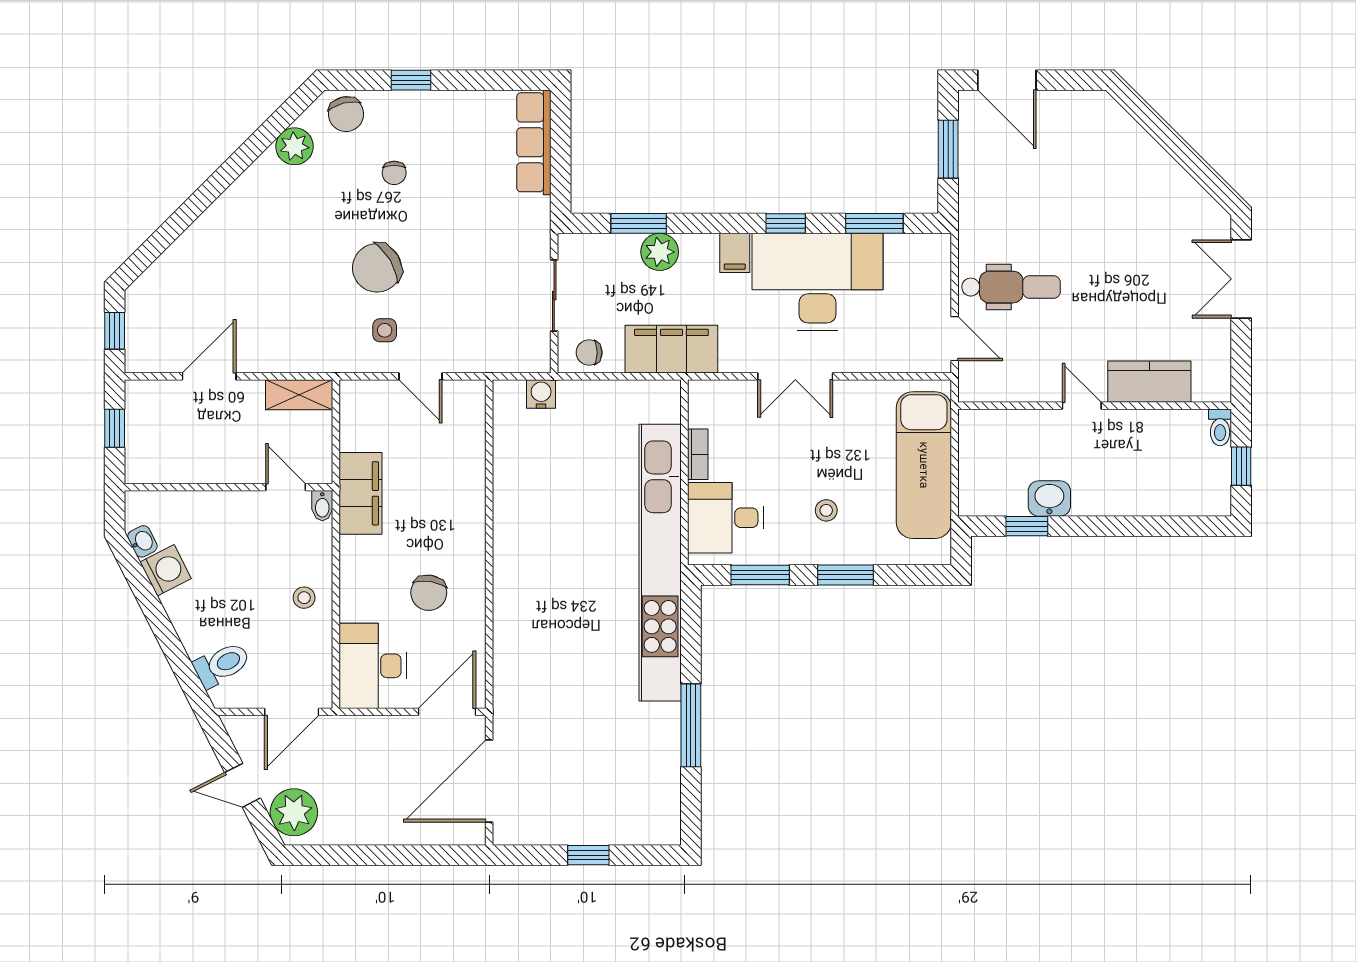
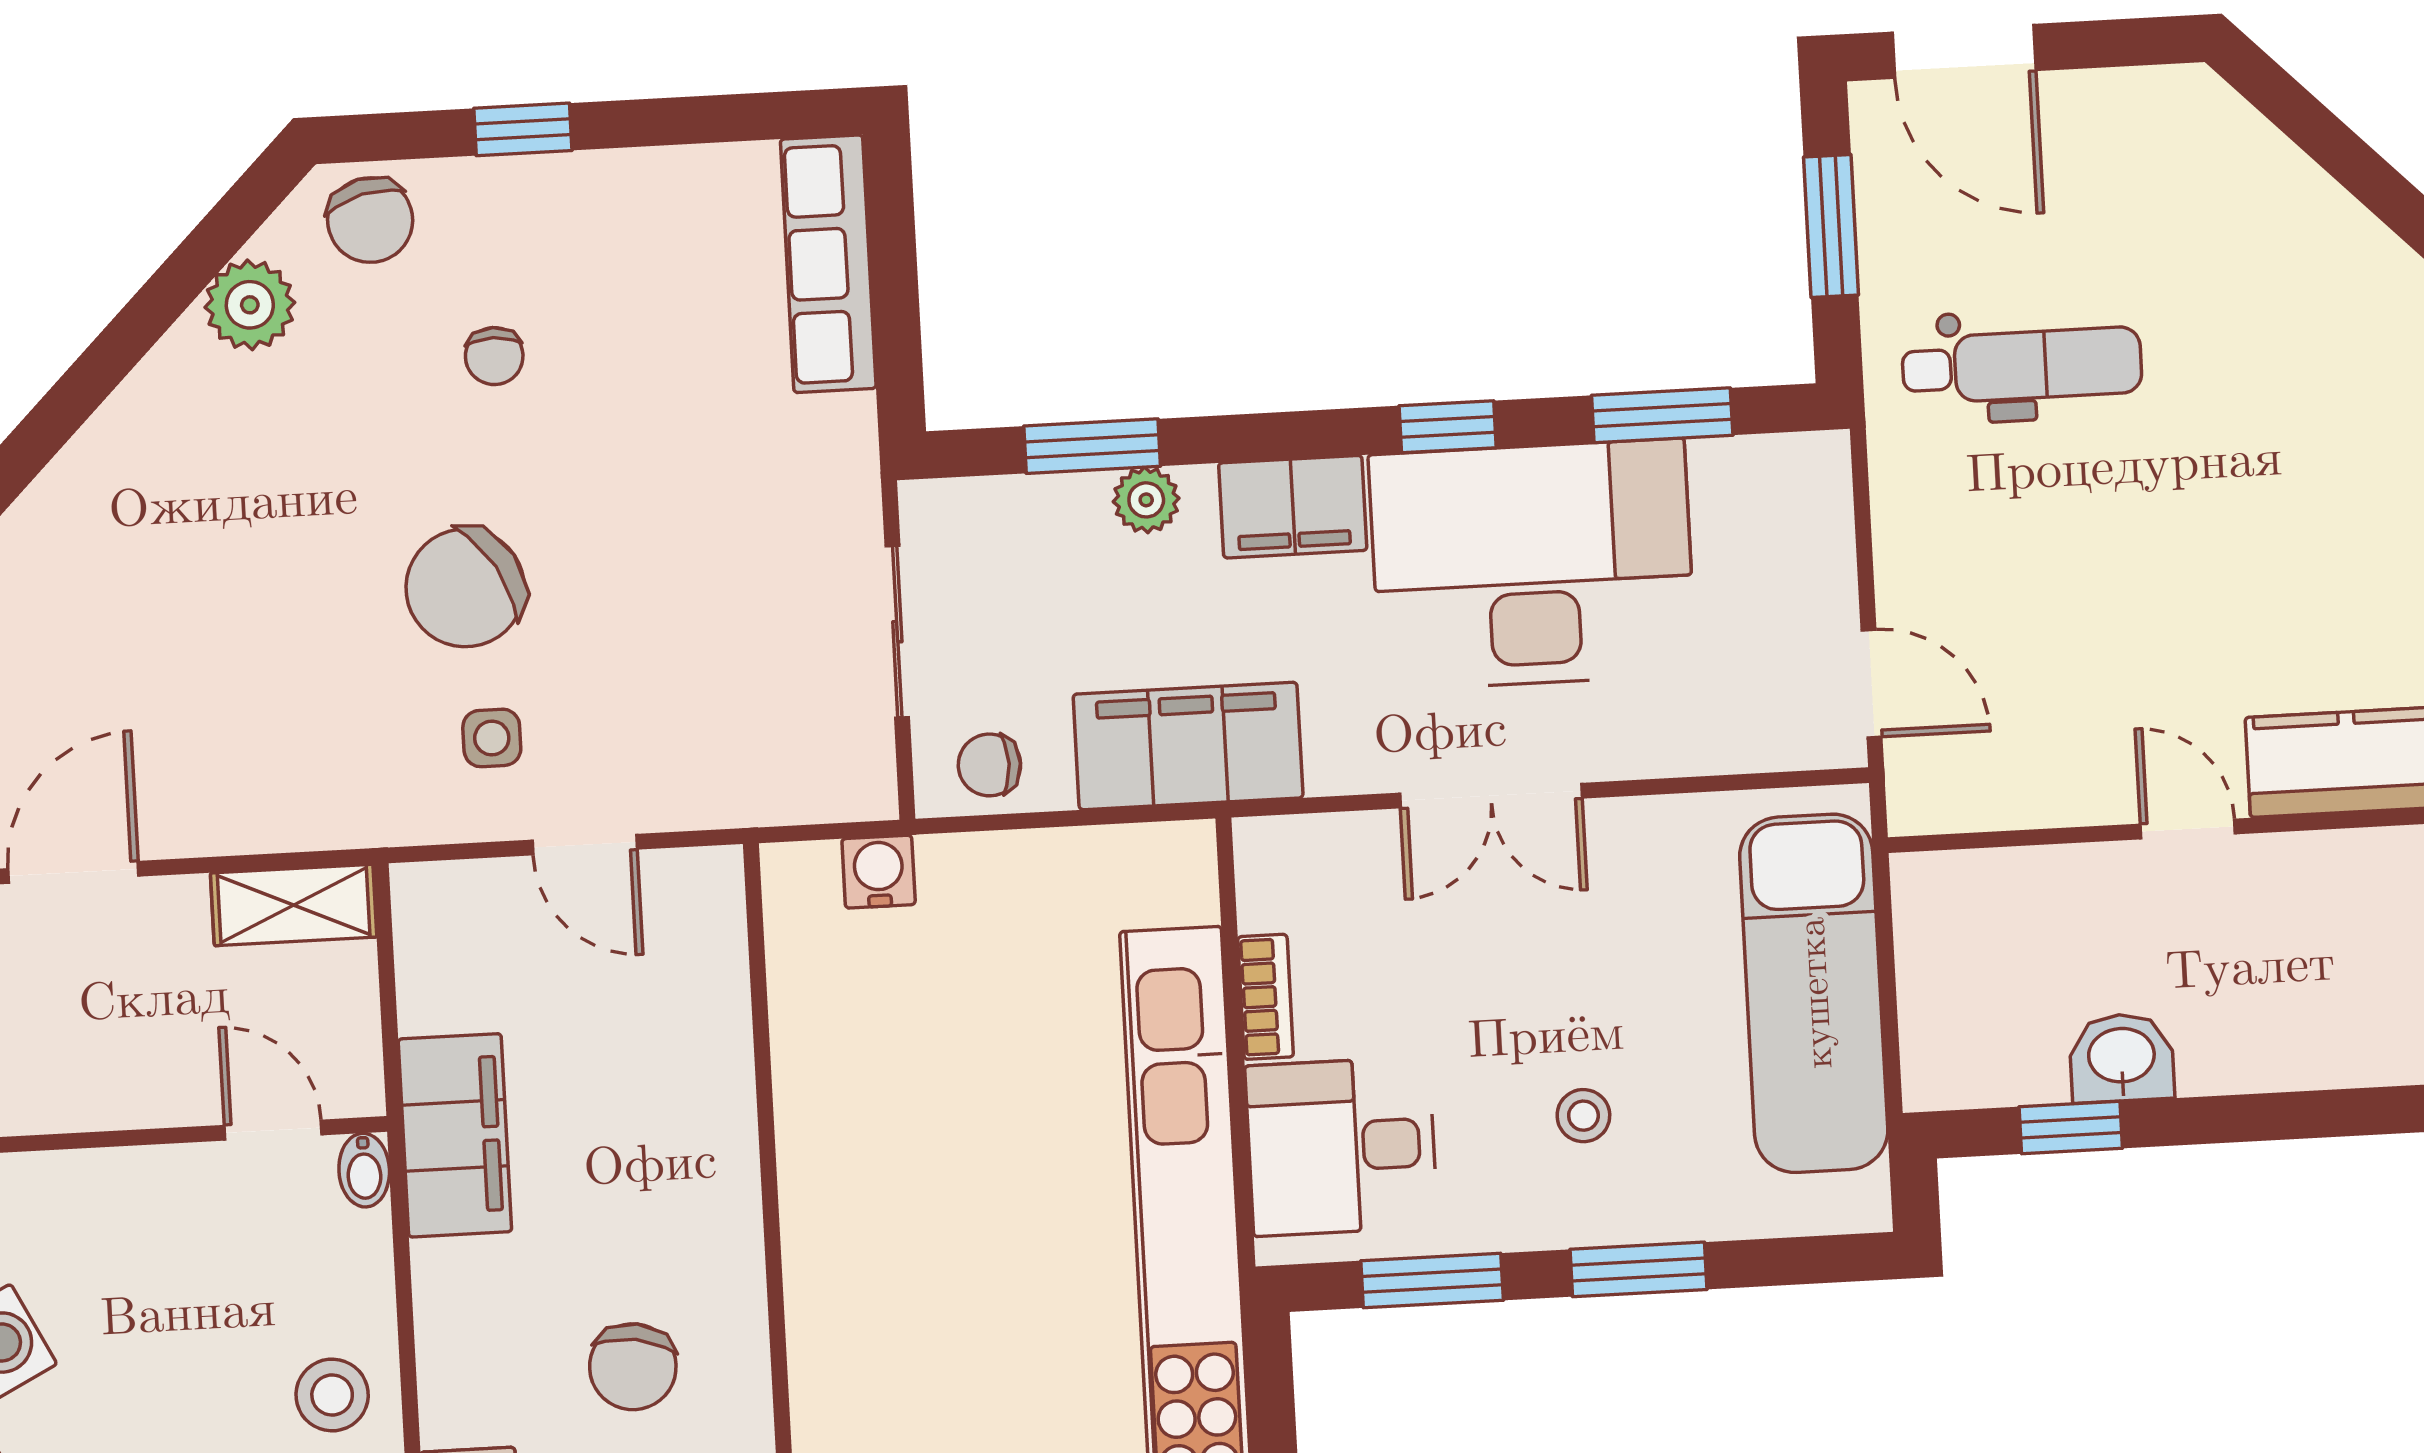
plant: (660, 252) -> (1146, 500), width x0.73, depth x0.73
filing cabinet: (735, 253) -> (1293, 507), width x2.00
dental chair: (1011, 287) -> (2022, 365), moved
stool: (304, 598) -> (332, 1395), width x1.37, depth x1.37

